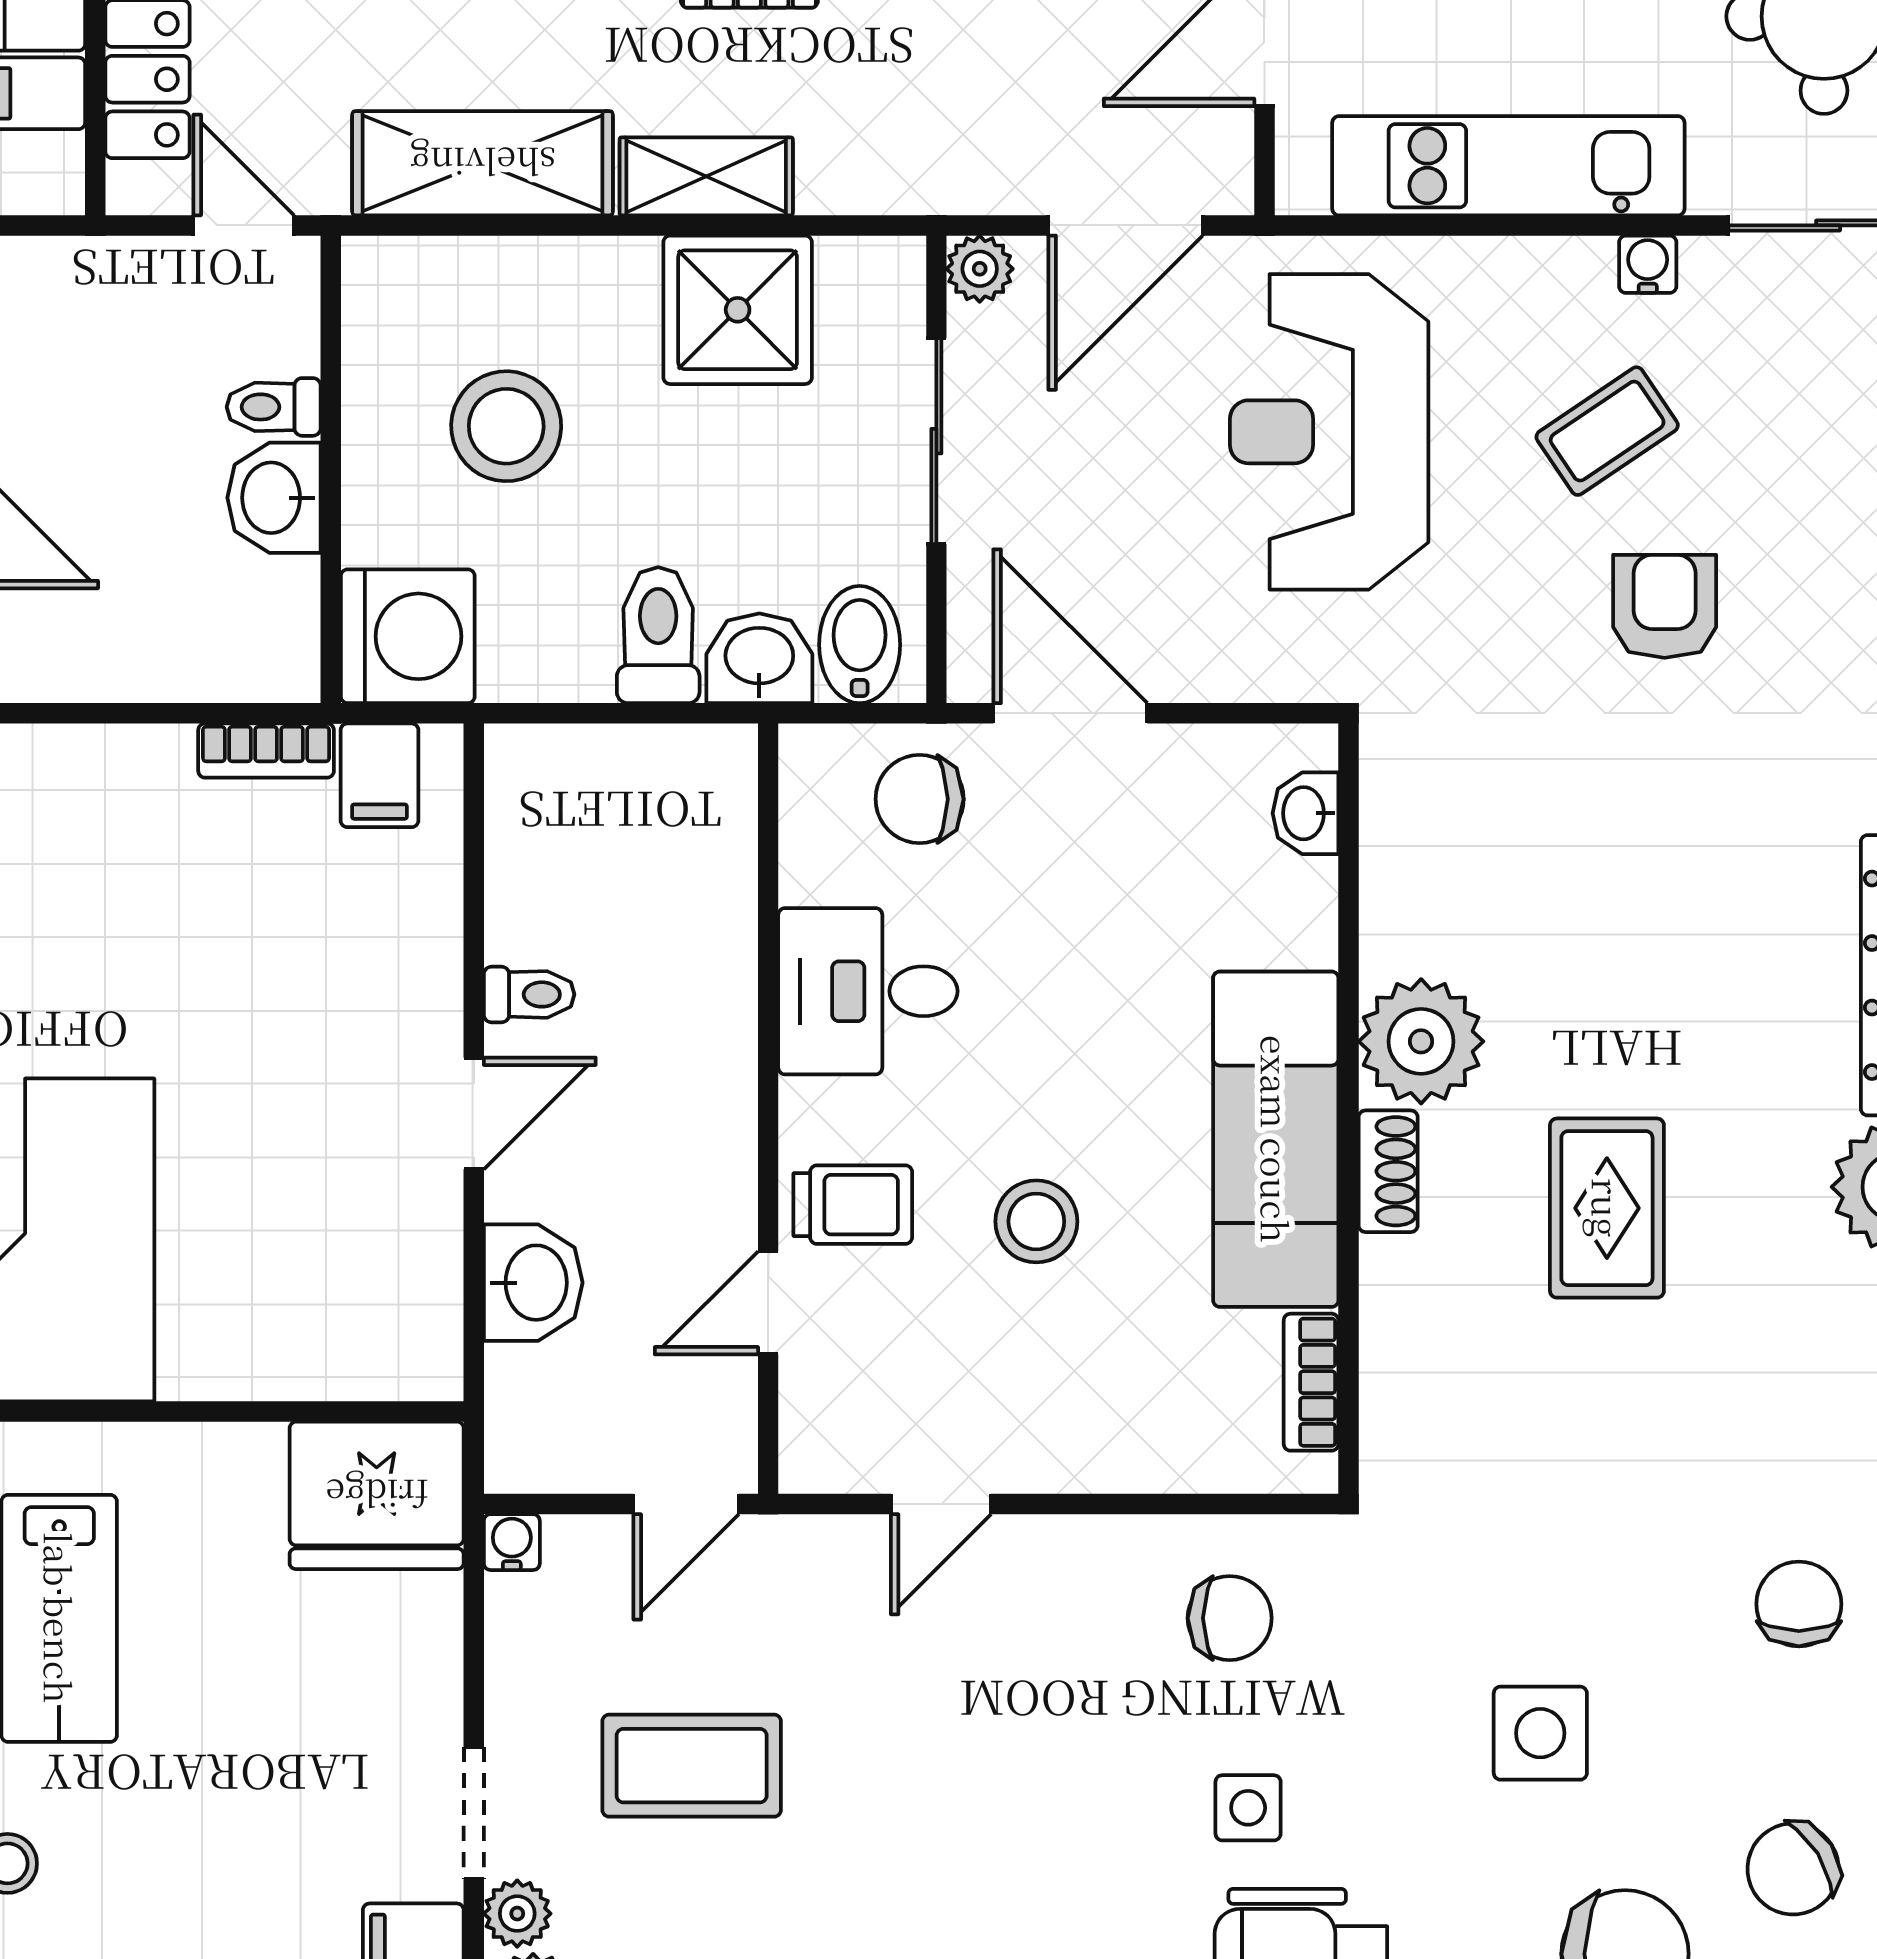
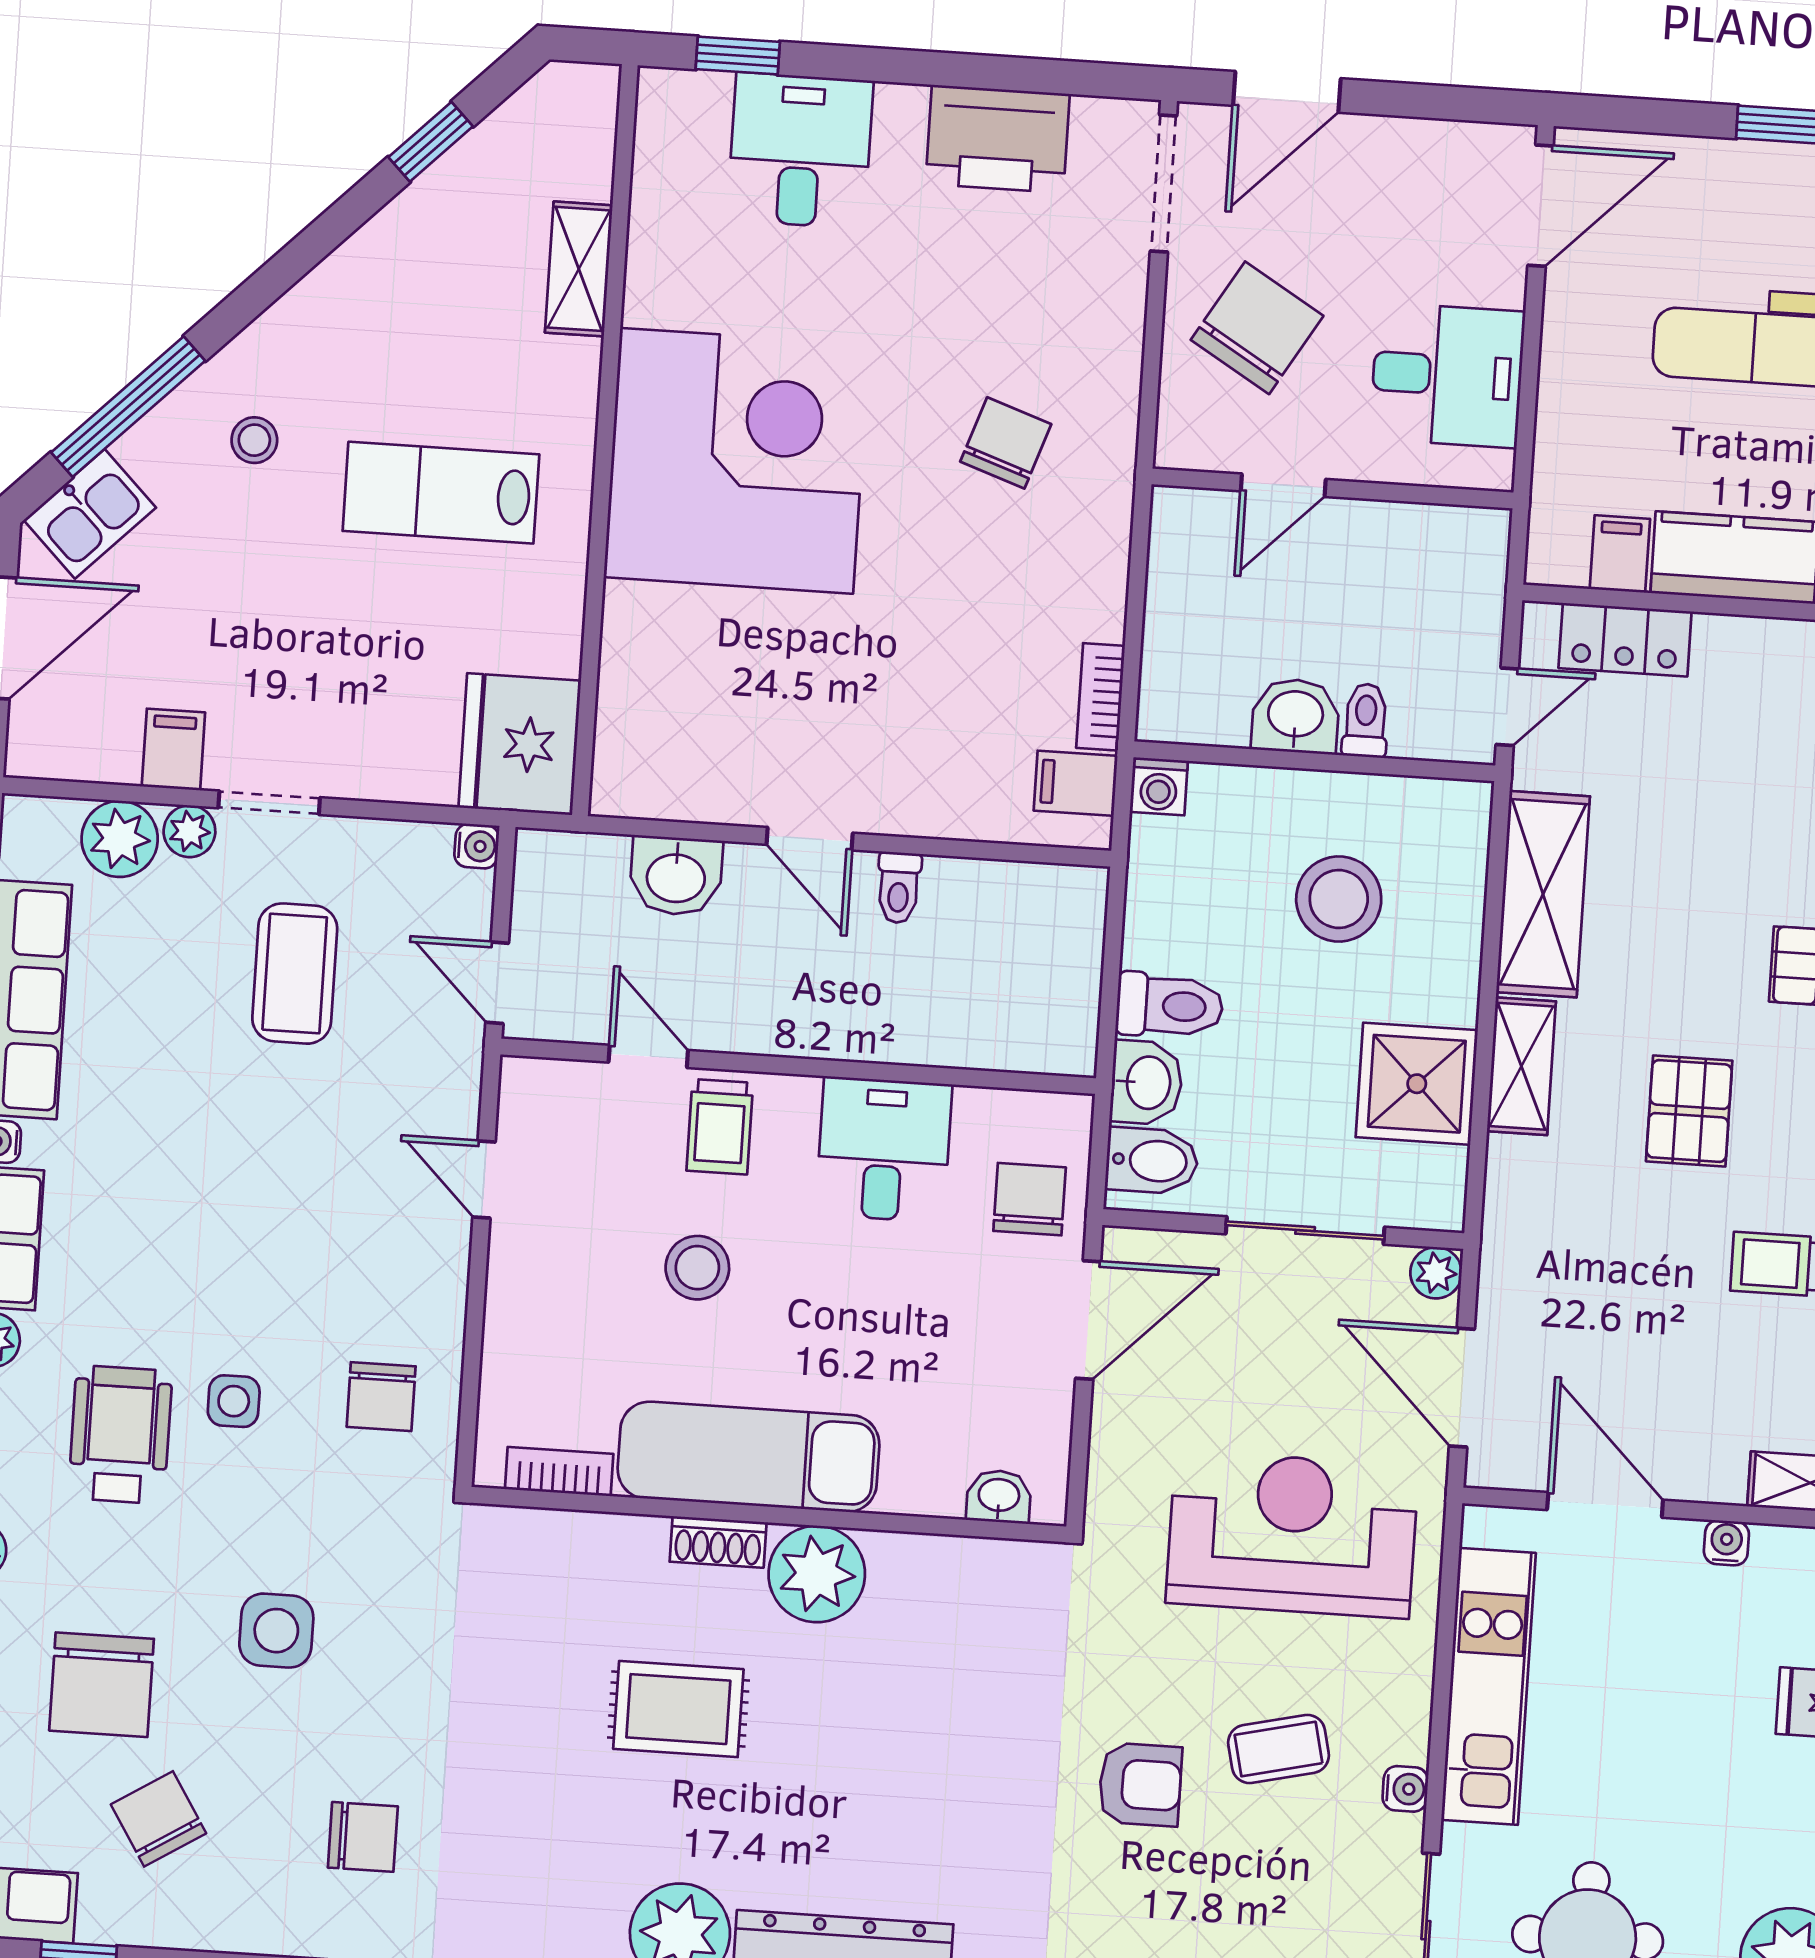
coffee table: (1607, 431) -> (1278, 1749), turned -69
washing machine: (408, 636) -> (1159, 786), width x0.53, depth x0.53

